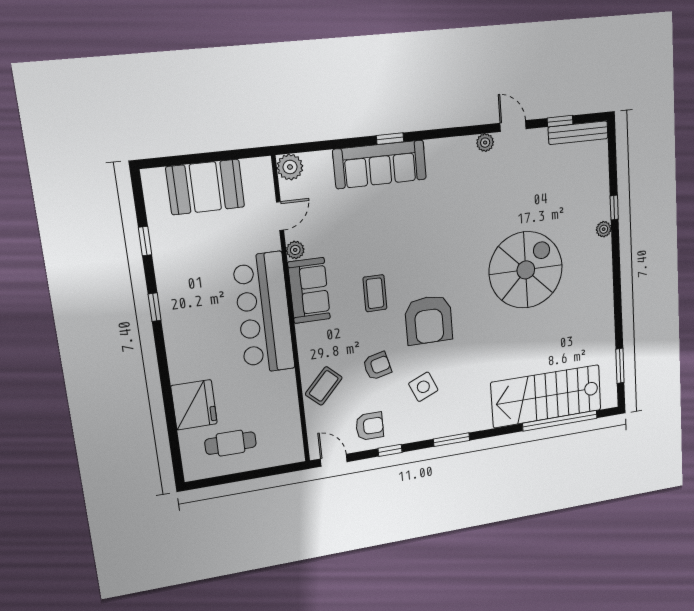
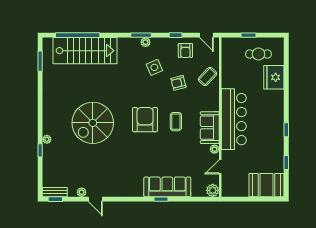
window: (560, 121) -> (55, 199), moved
bench: (578, 133) -> (55, 192), width x0.73
plant: (485, 143) -> (82, 192), moved
booth: (205, 187) -> (267, 185), moved
armchair: (429, 320) -> (145, 120), moved
armchair: (370, 426) -> (185, 51), turned -90
plant: (443, 429) -> (145, 42), added
window: (254, 474) -> (249, 35), added

